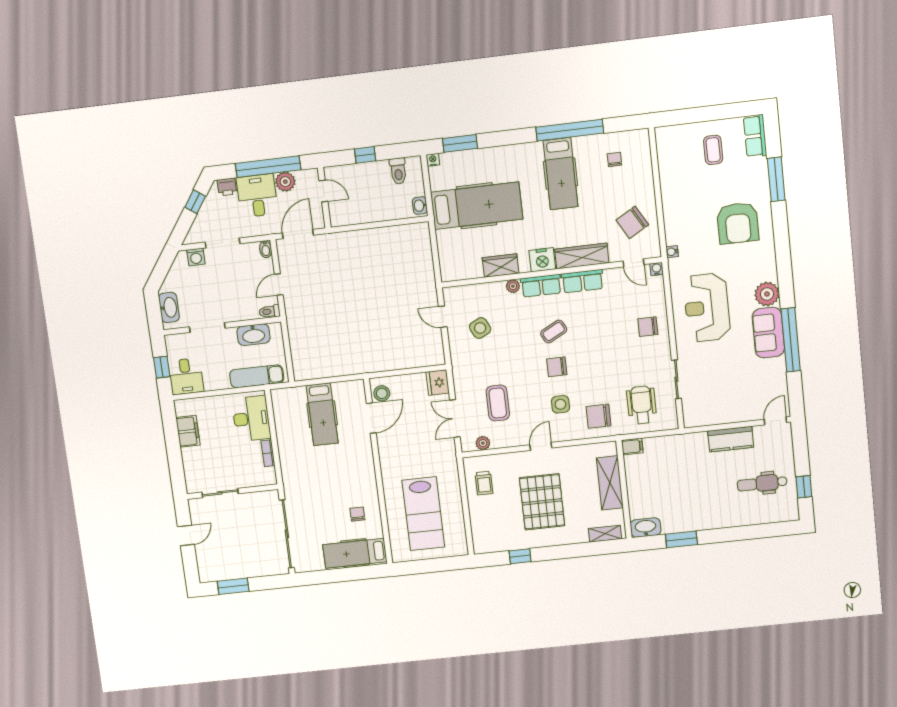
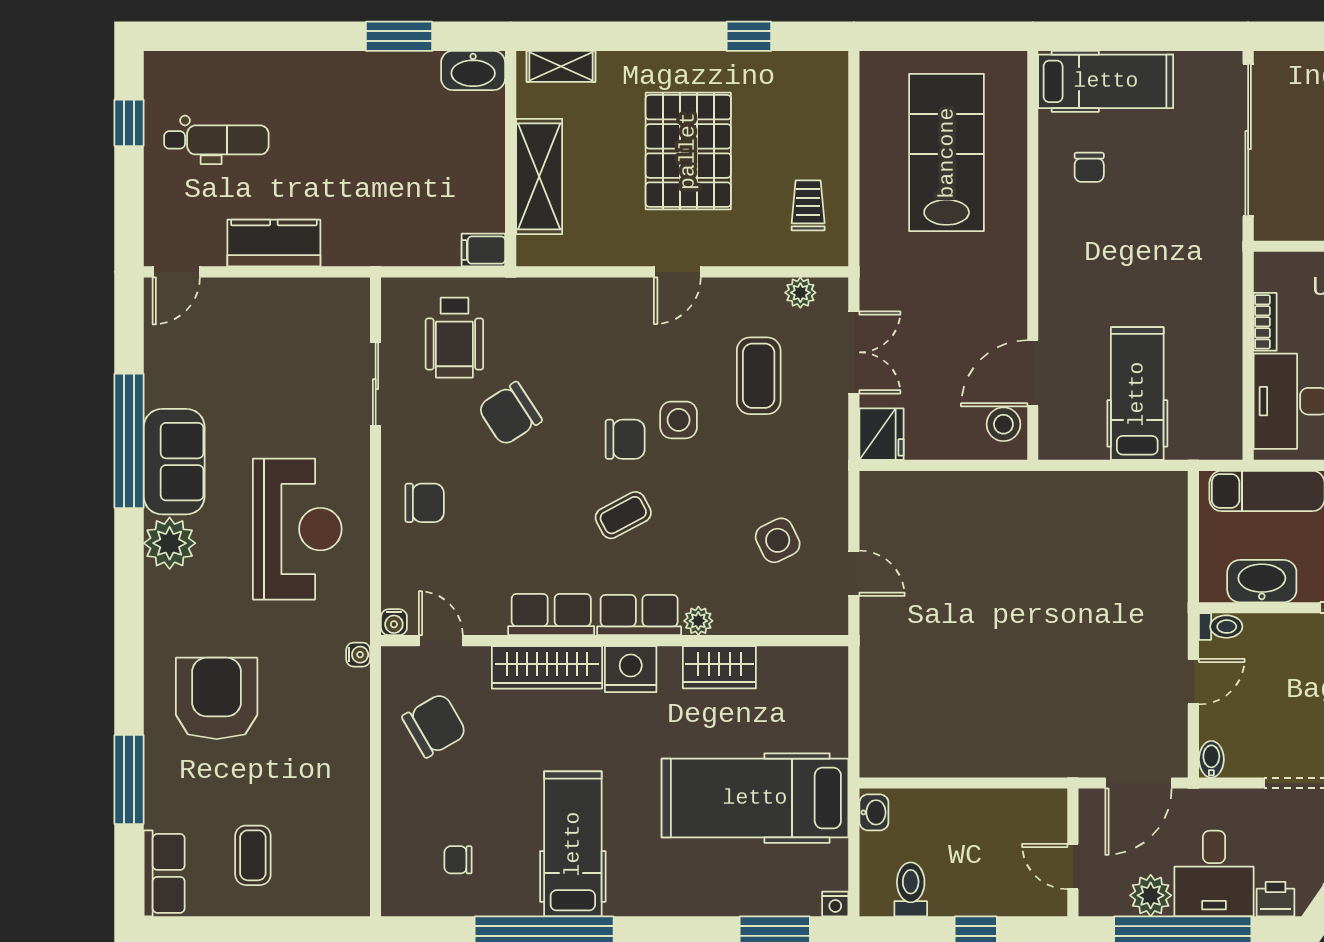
chair: (614, 159) -> (458, 860), turned 90
side table: (560, 404) -> (679, 420), moved
chair: (599, 416) -> (510, 414), moved, turned 147

